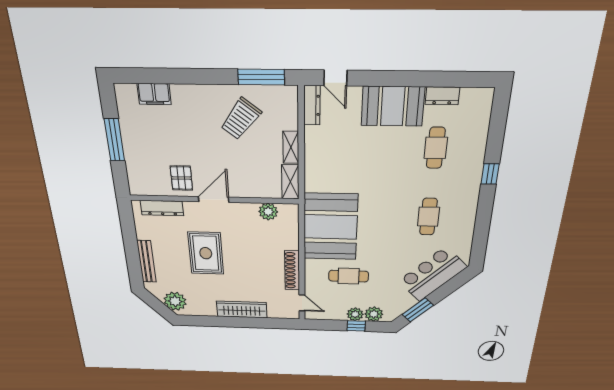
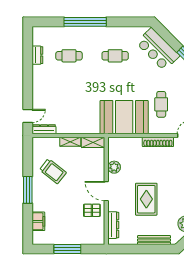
window: (261, 77) -> (28, 190), moved
booth: (393, 106) -> (44, 83), removed
window: (490, 174) -> (85, 22), width x3.17
plant: (268, 212) -> (114, 167), moved
rug: (206, 253) -> (146, 199), turned 90

